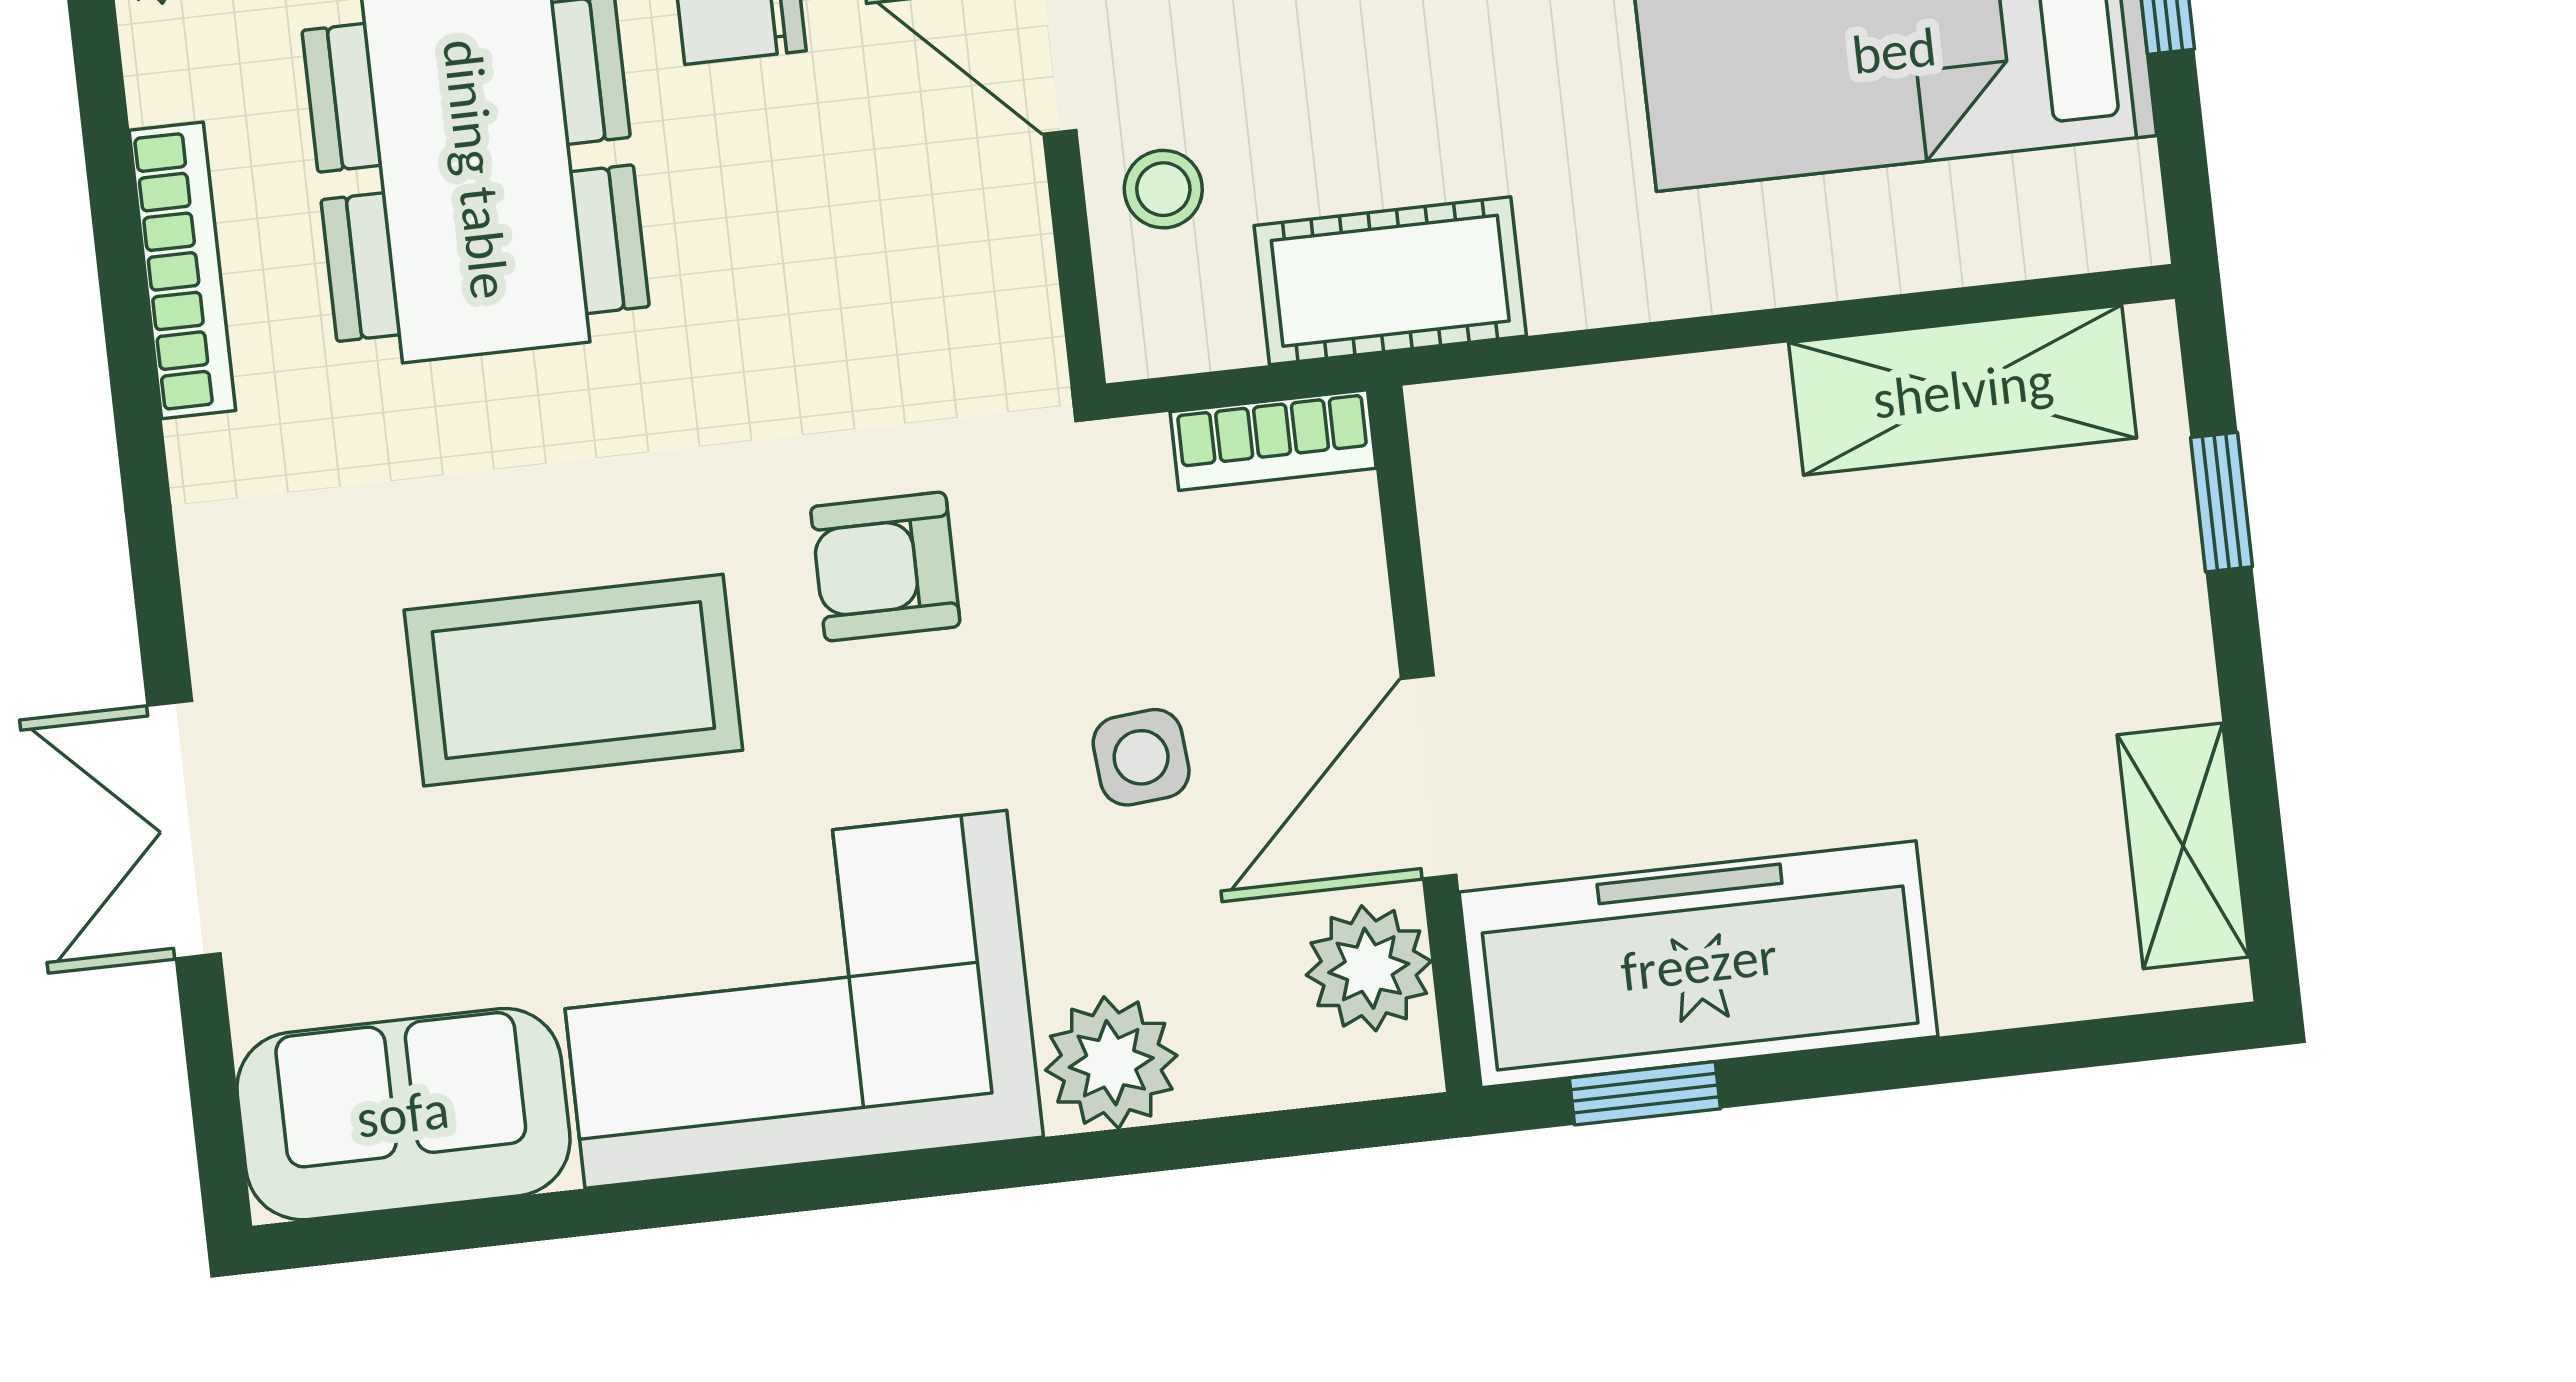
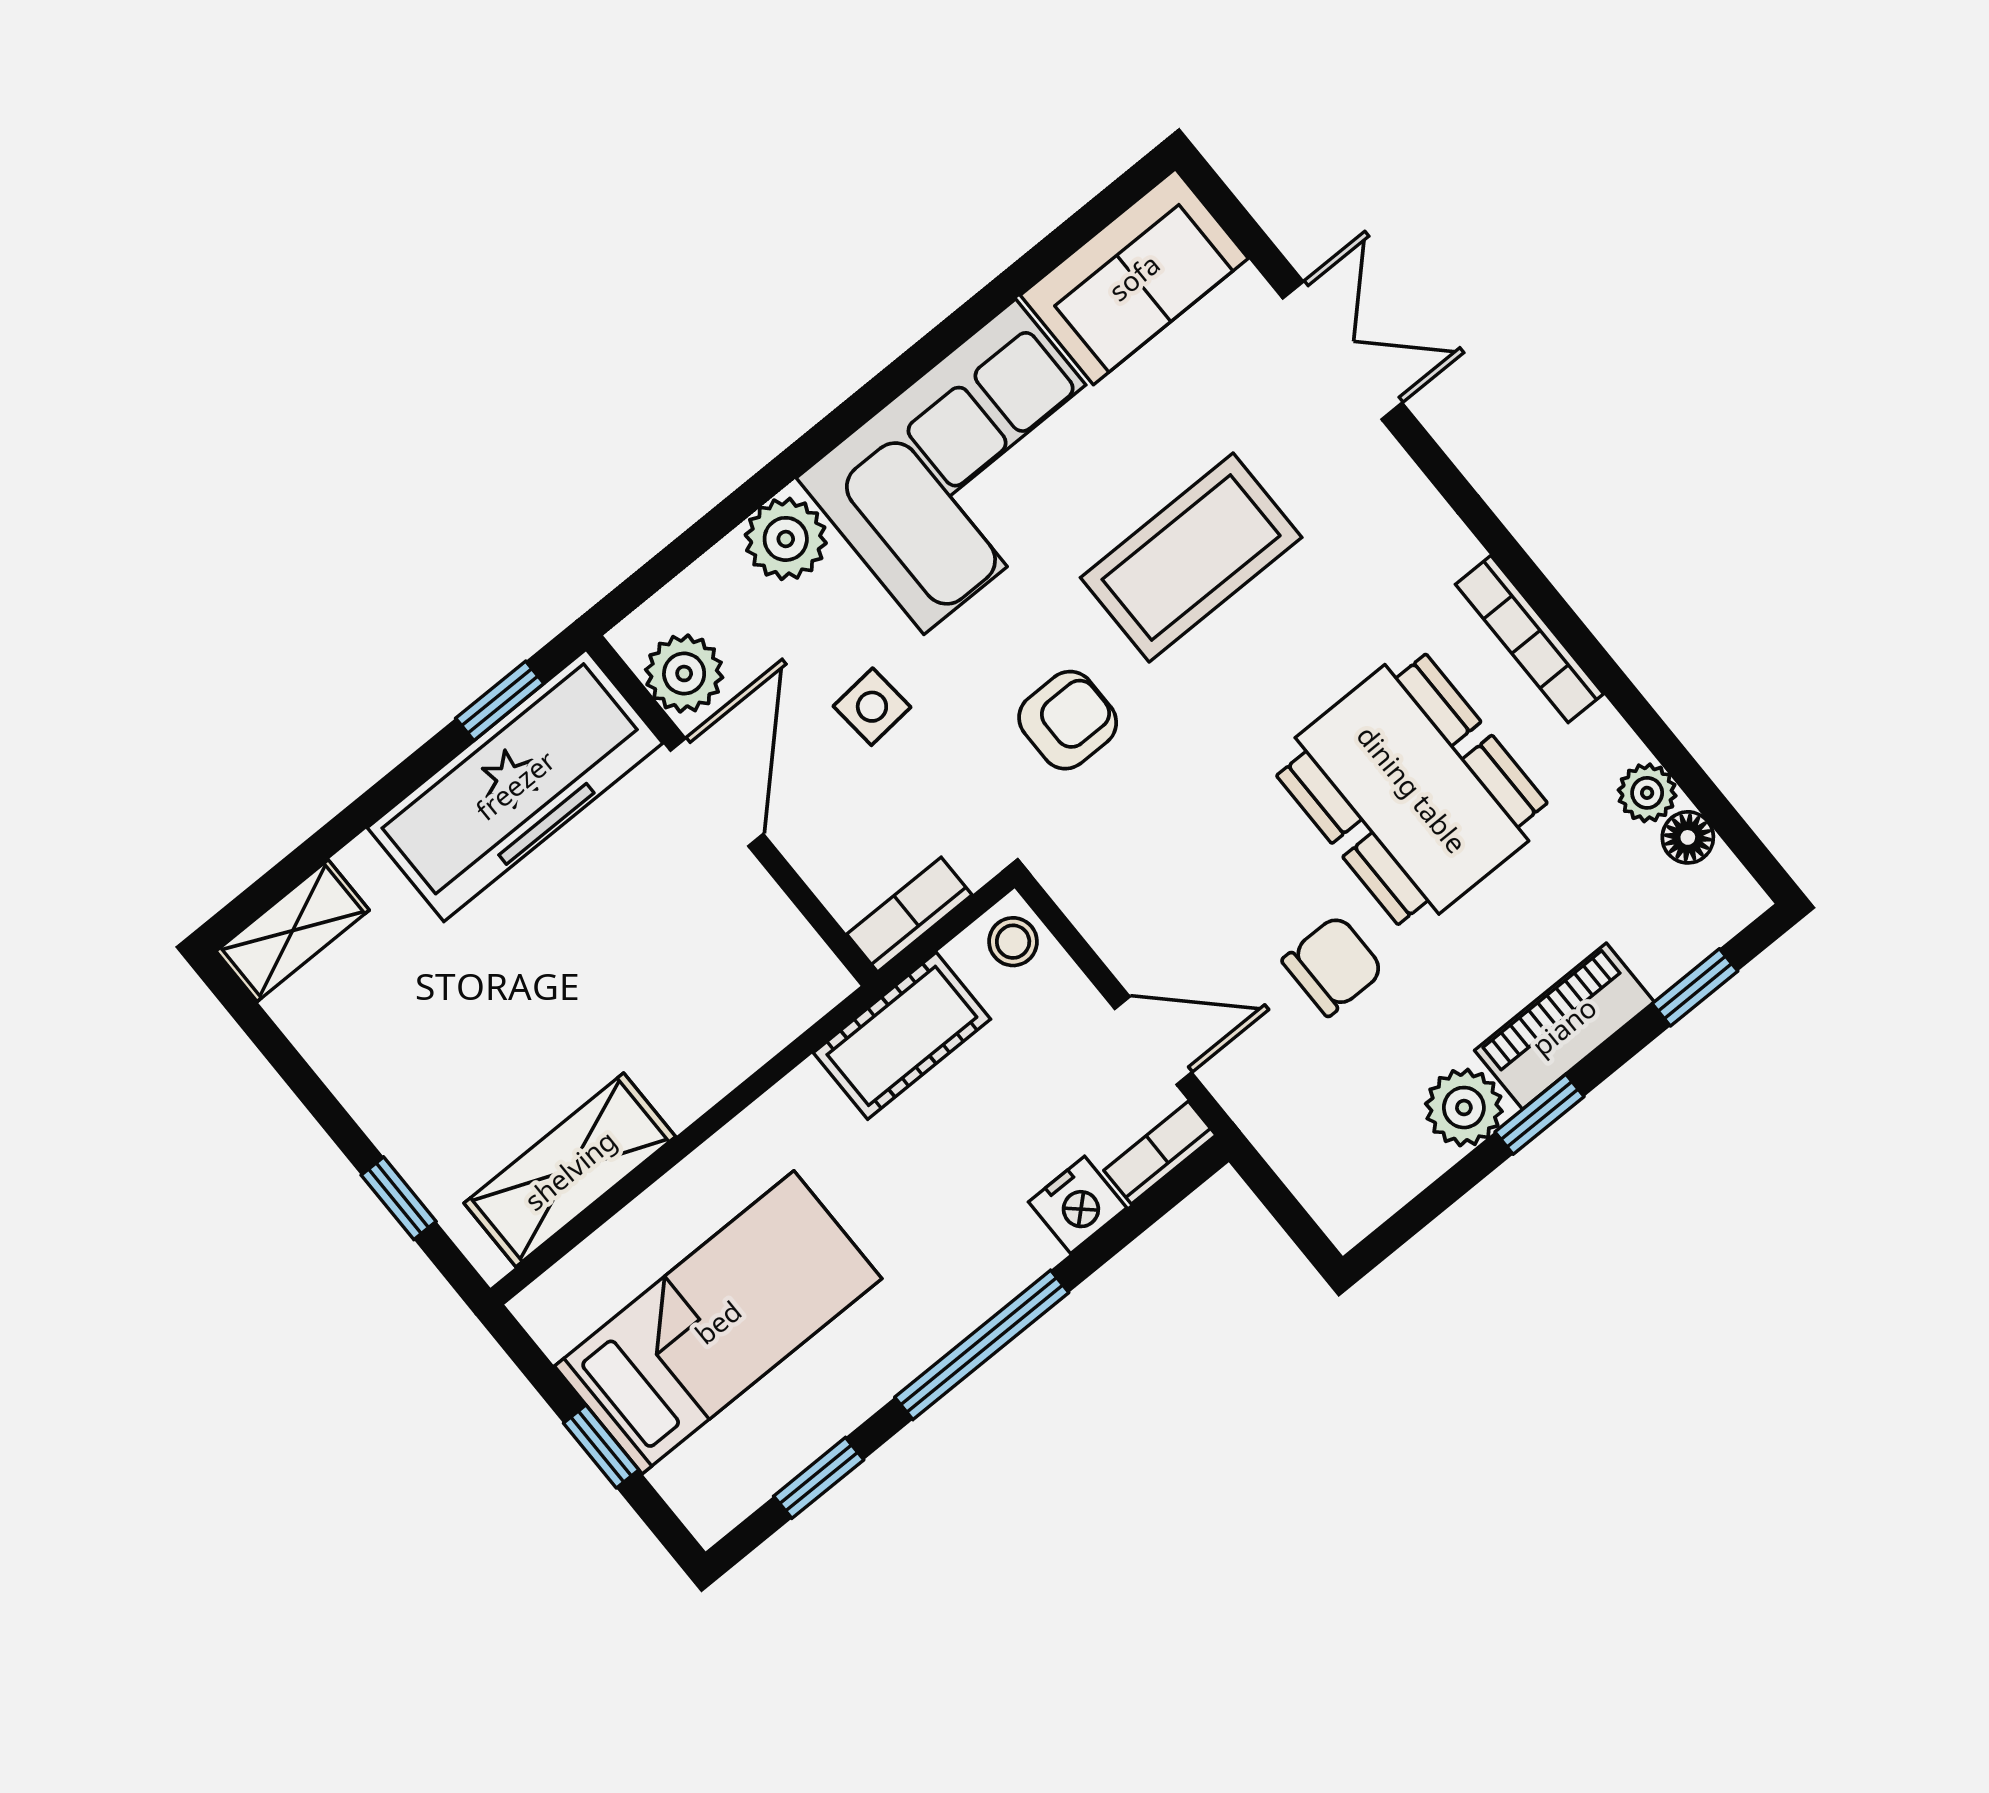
stool: (1163, 189) -> (1013, 942), moved
shelving: (2183, 846) -> (293, 931), moved, turned 90

